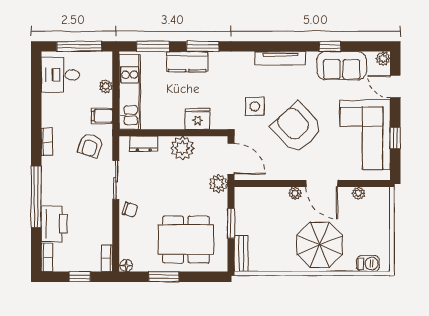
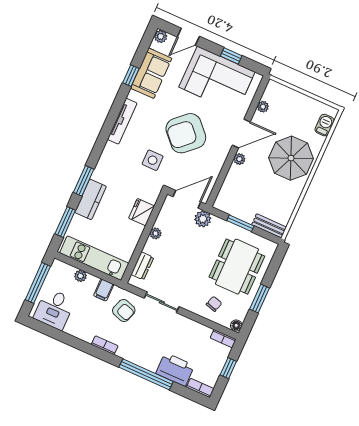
plant: (182, 148) -> (156, 233), width x0.53, depth x0.53
chair: (130, 210) -> (214, 304), moved

